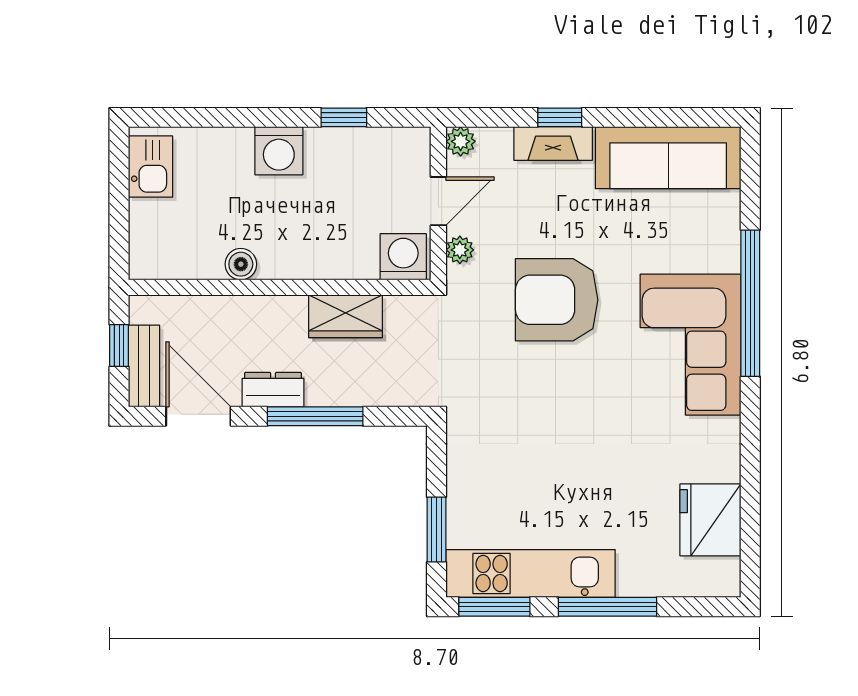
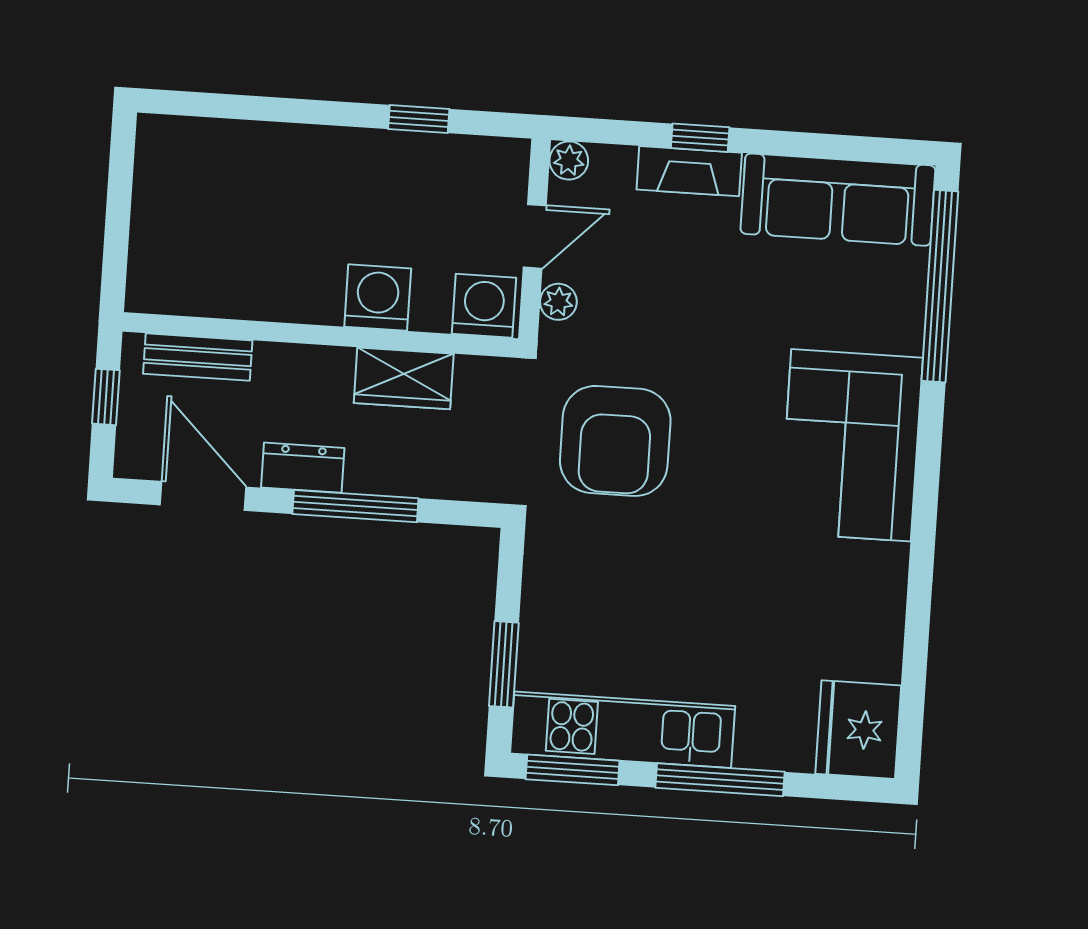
washing machine: (279, 151) -> (378, 298), moved, turned 180
kitchen sink: (151, 166) -> (162, 166), removed
boiler: (241, 264) -> (272, 301), removed
armchair: (557, 300) -> (615, 441), moved, turned -90
window: (750, 303) -> (940, 286), moved
bench: (144, 366) -> (198, 357), moved, turned 90
fridge: (710, 520) -> (858, 730), moved

